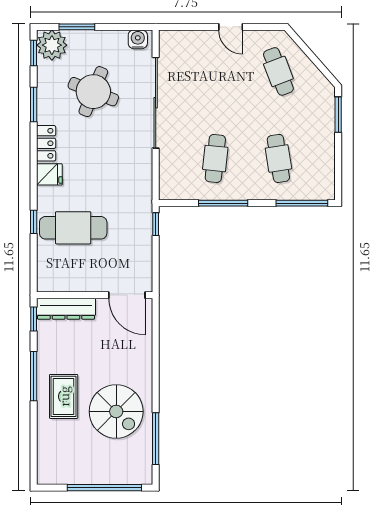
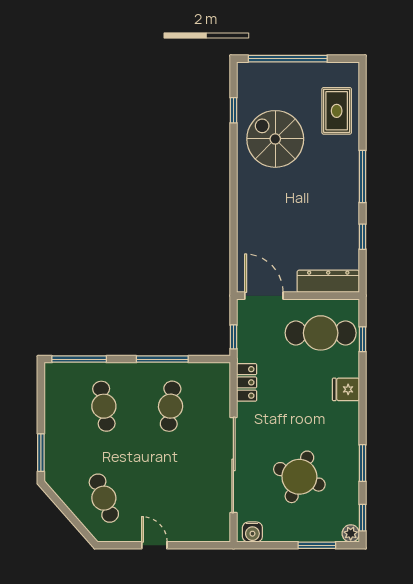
plant: (52, 45) -> (351, 533), width x0.53, depth x0.53
locker: (46, 143) -> (247, 382), moved, turned 180
wall: (95, 295) -> (298, 296), moved
door: (127, 295) -> (264, 296), moved
dresser: (66, 309) -> (328, 281), moved
rug: (64, 396) -> (337, 111), moved
window: (156, 439) -> (233, 110), width x0.46

